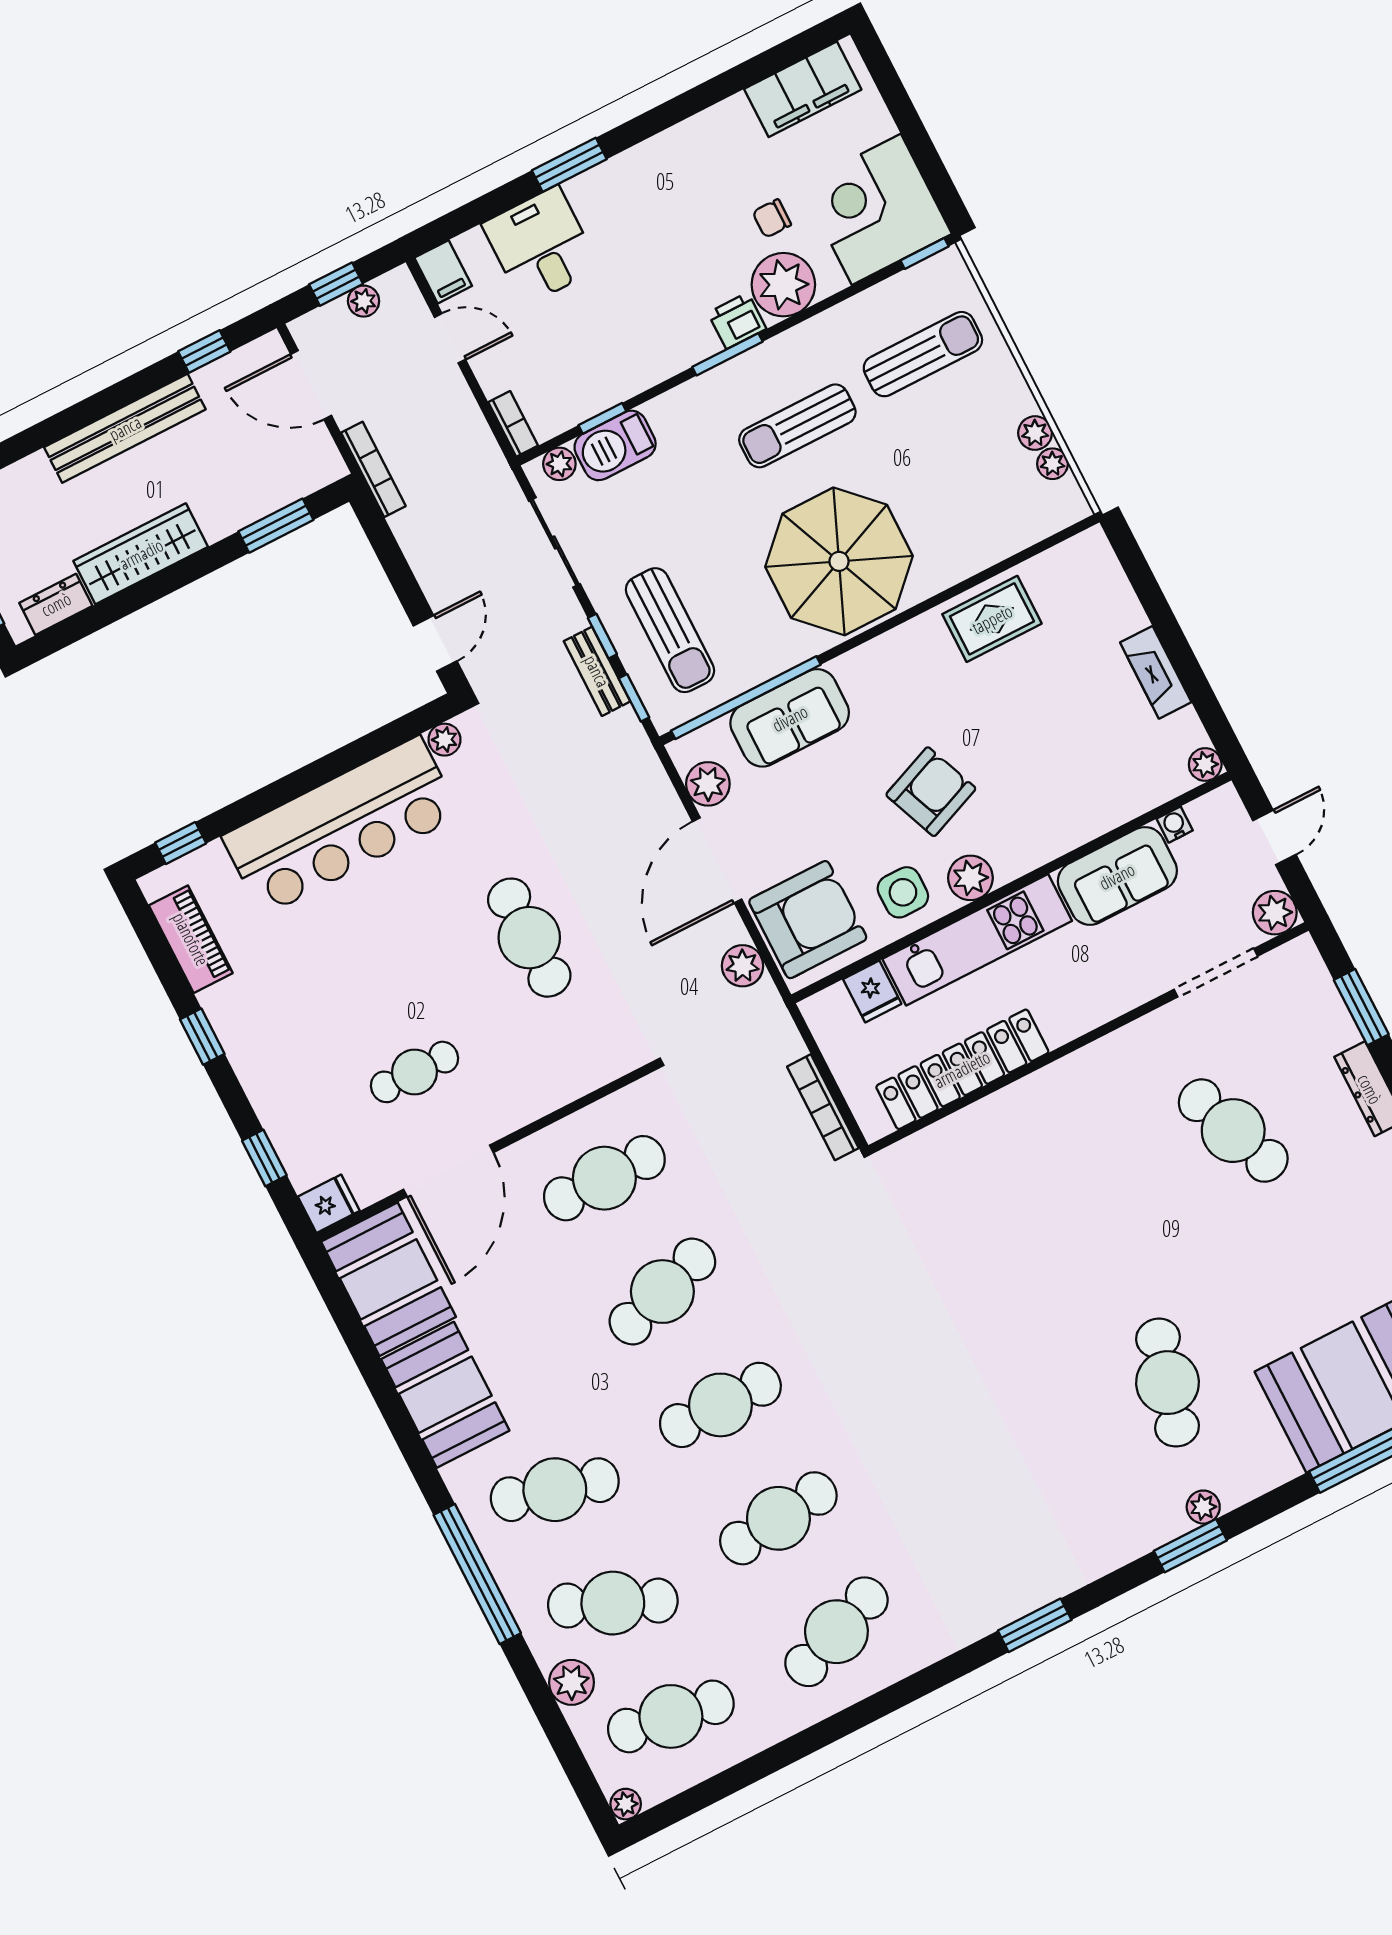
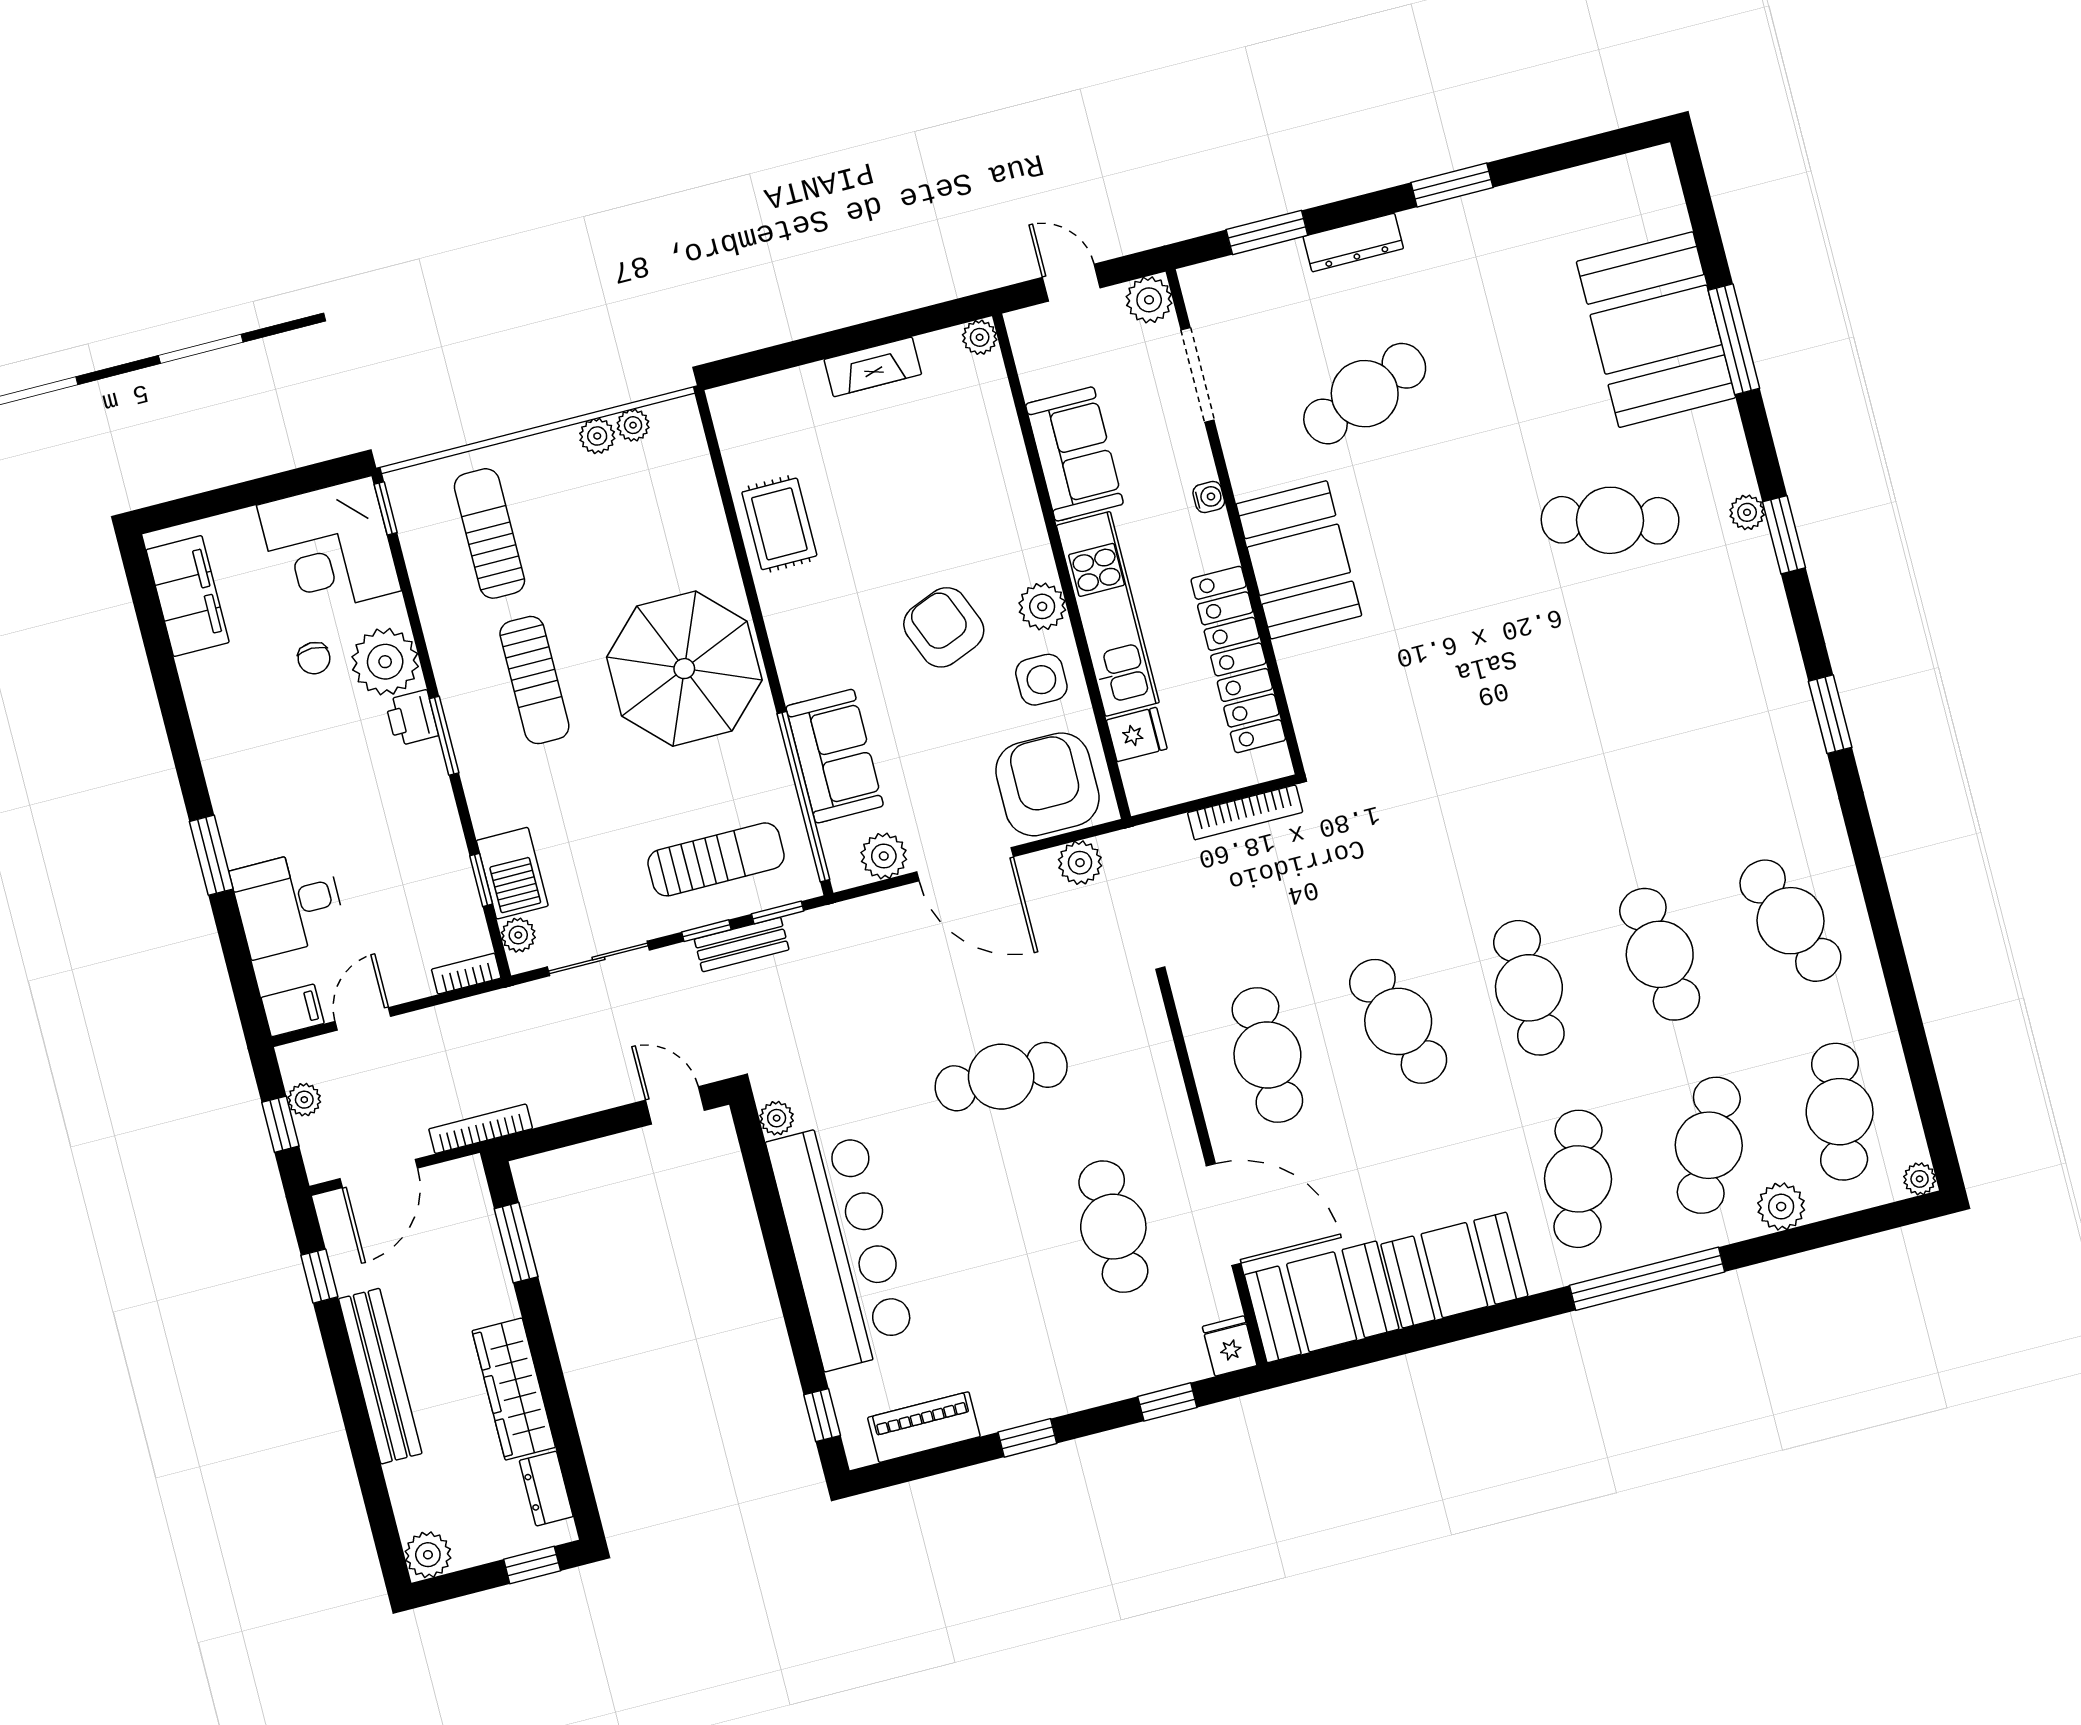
water cooler: (1175, 825) -> (1209, 497), moved, turned 180
cafe table: (415, 1072) -> (1113, 1227), width x1.37, depth x1.35
booth: (1067, 1104) -> (1299, 560), added

